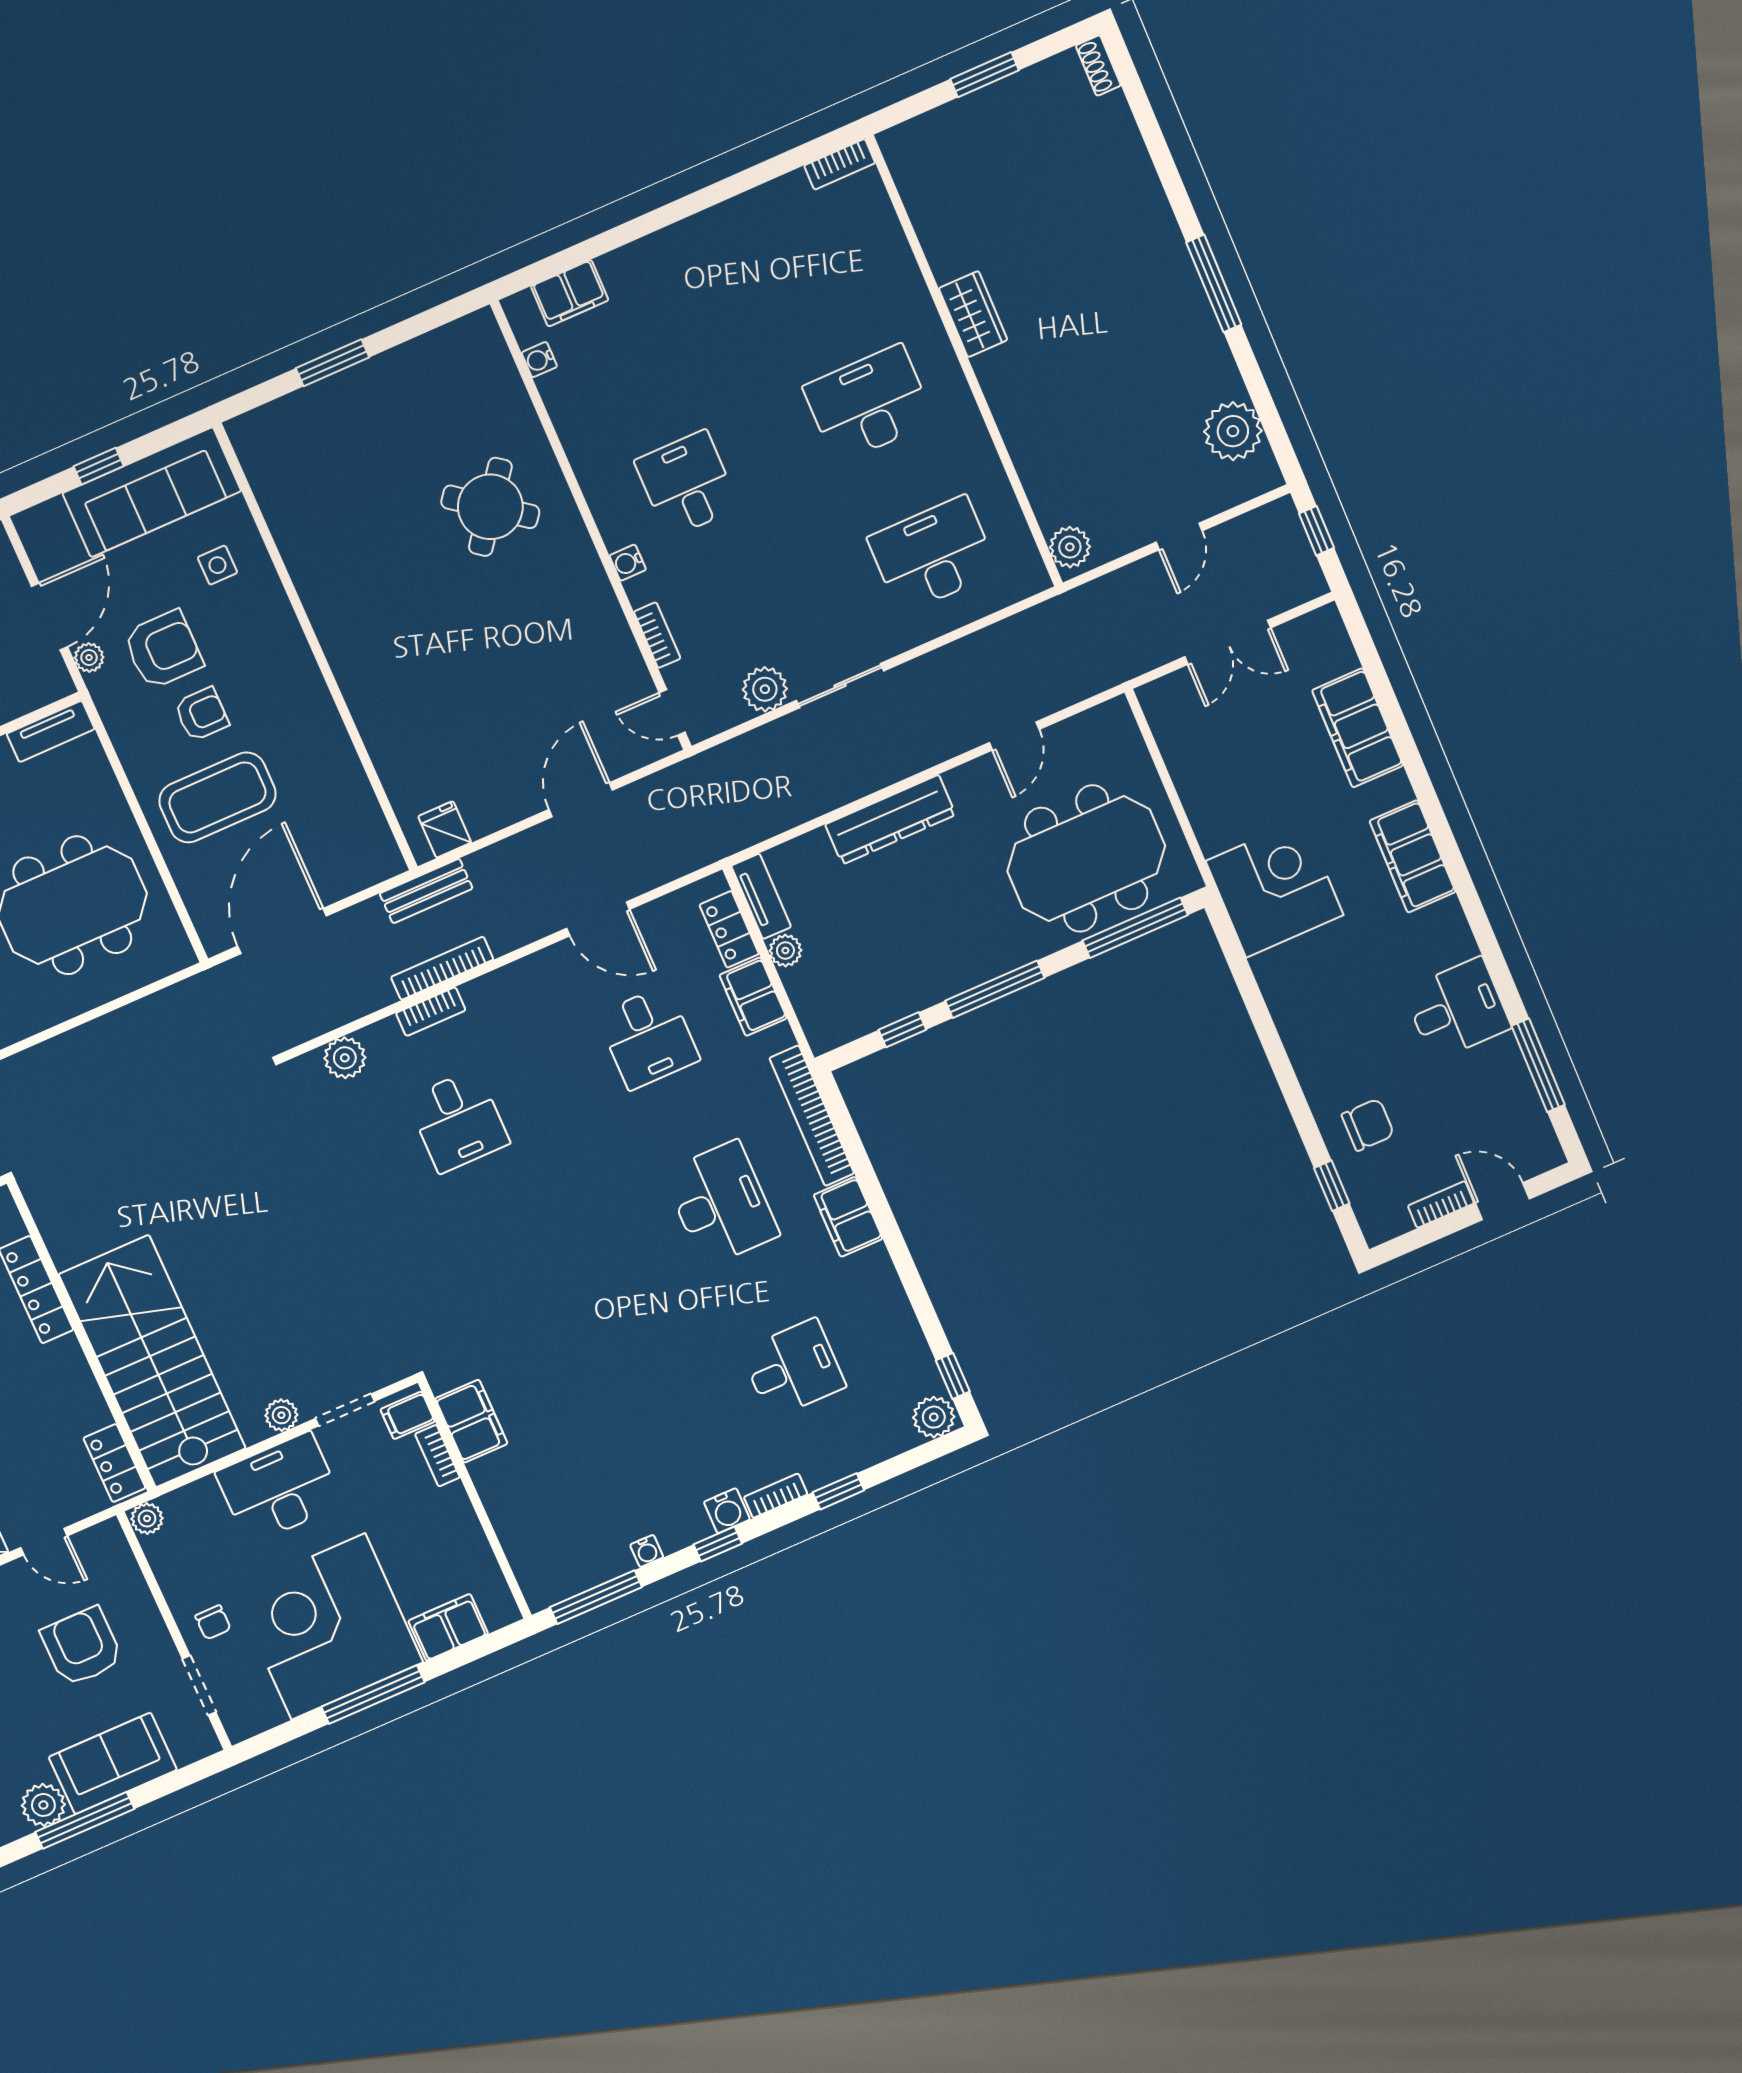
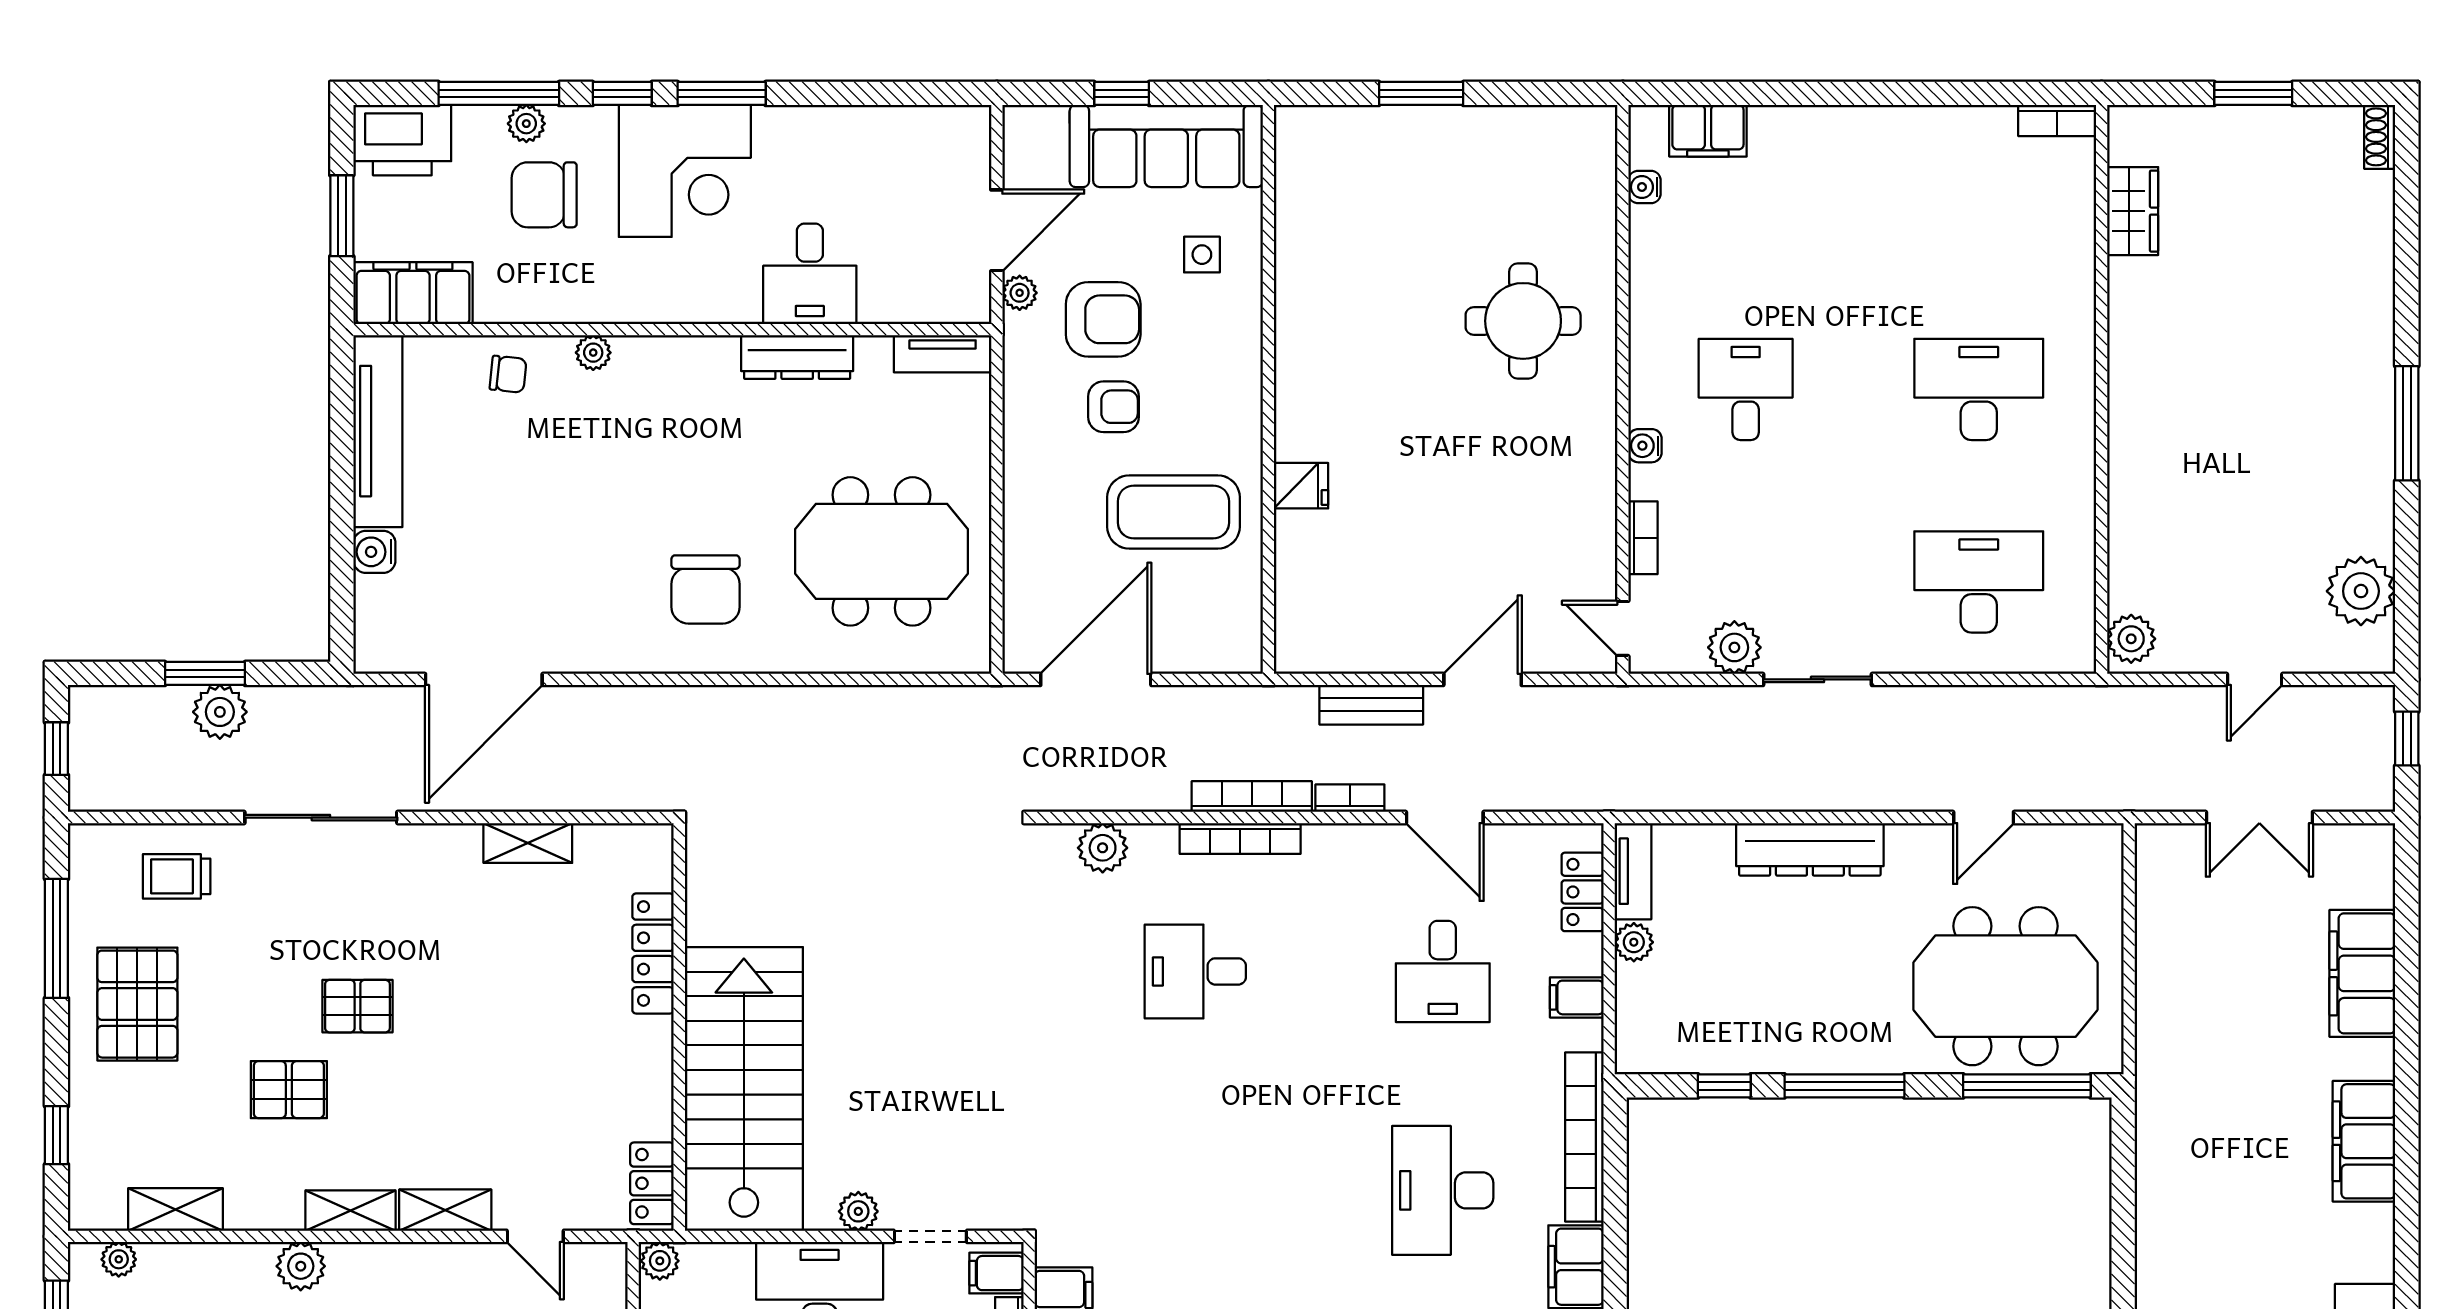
wardrobe: (973, 314) -> (2133, 211), moved
round table: (490, 507) -> (1523, 321), turned -37
coffee table: (217, 797) -> (1174, 512), moved
fridge: (445, 829) -> (1301, 486), moved, turned 90
corner desk: (1275, 888) -> (2198, 1110), removed
bench: (426, 891) -> (1371, 705), moved
bookcase: (518, 936) -> (1350, 798), added
filing cabinet: (753, 997) -> (1577, 997), width x0.50
bookcase: (431, 1012) -> (1240, 839), width x1.56
desk: (458, 1121) -> (1195, 971), turned 90
desk: (721, 1204) -> (1443, 1190), turned 180

